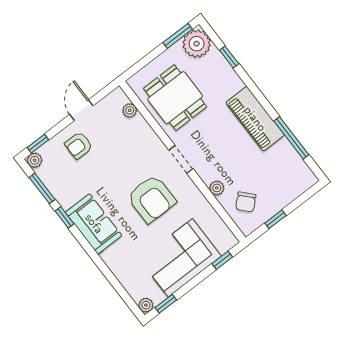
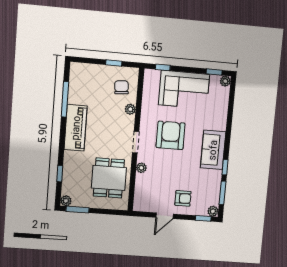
plant: (197, 44) -> (66, 201), width x0.53, depth x0.53
plant: (130, 111) -> (141, 168), moved
chair: (246, 202) -> (121, 87), turned -52

